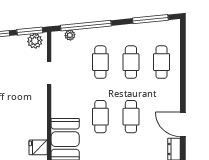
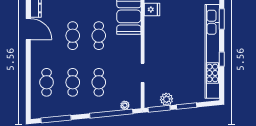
plant: (35, 41) -> (167, 99), moved

